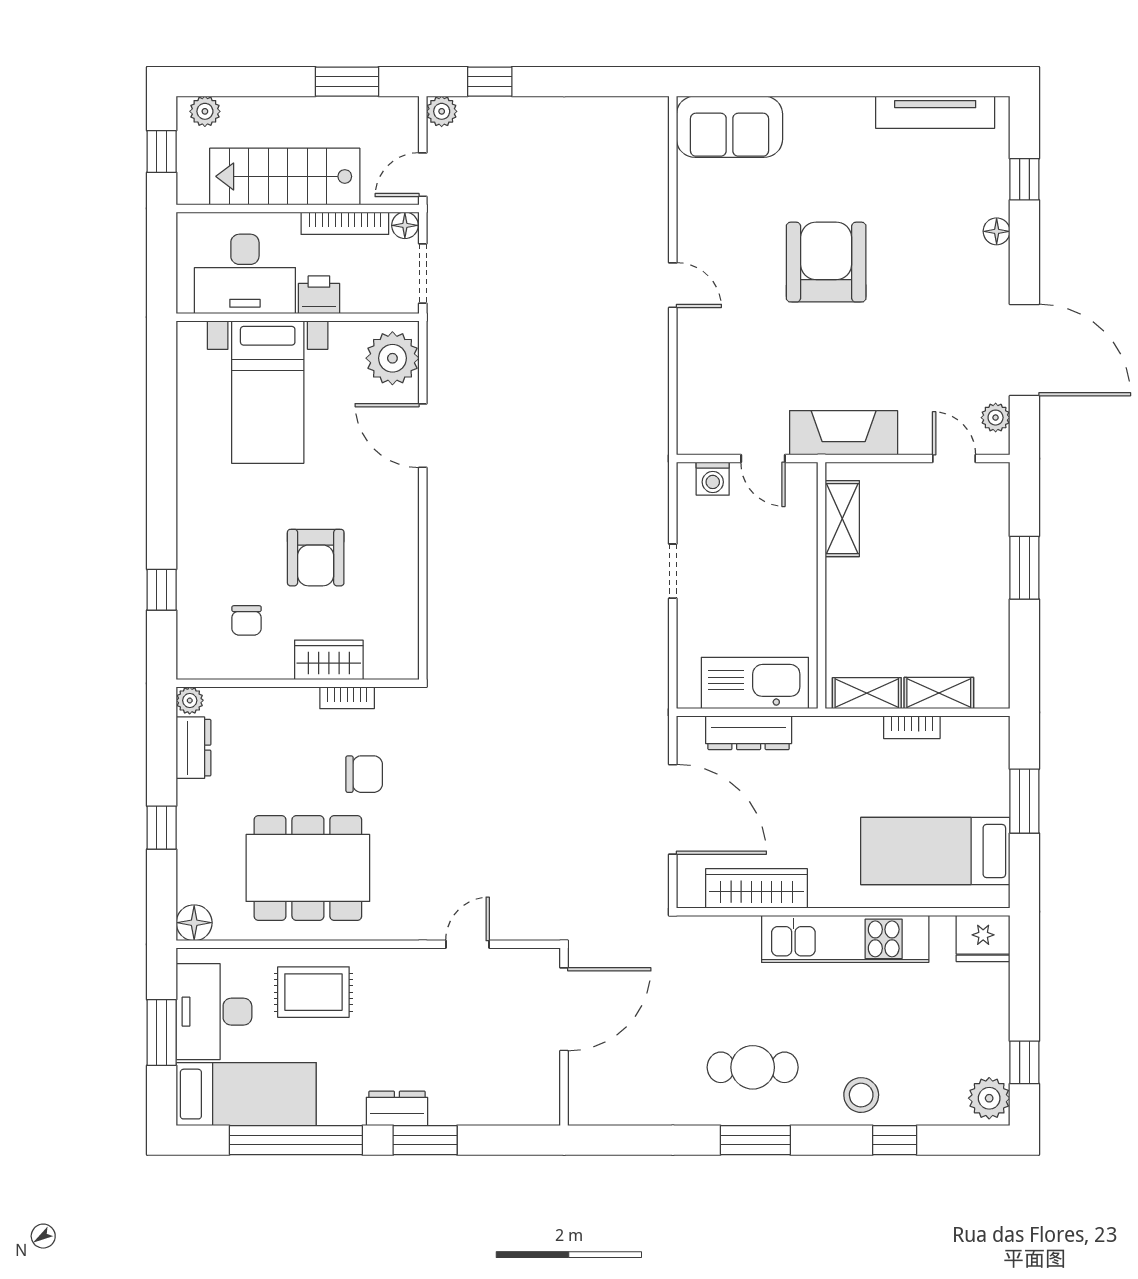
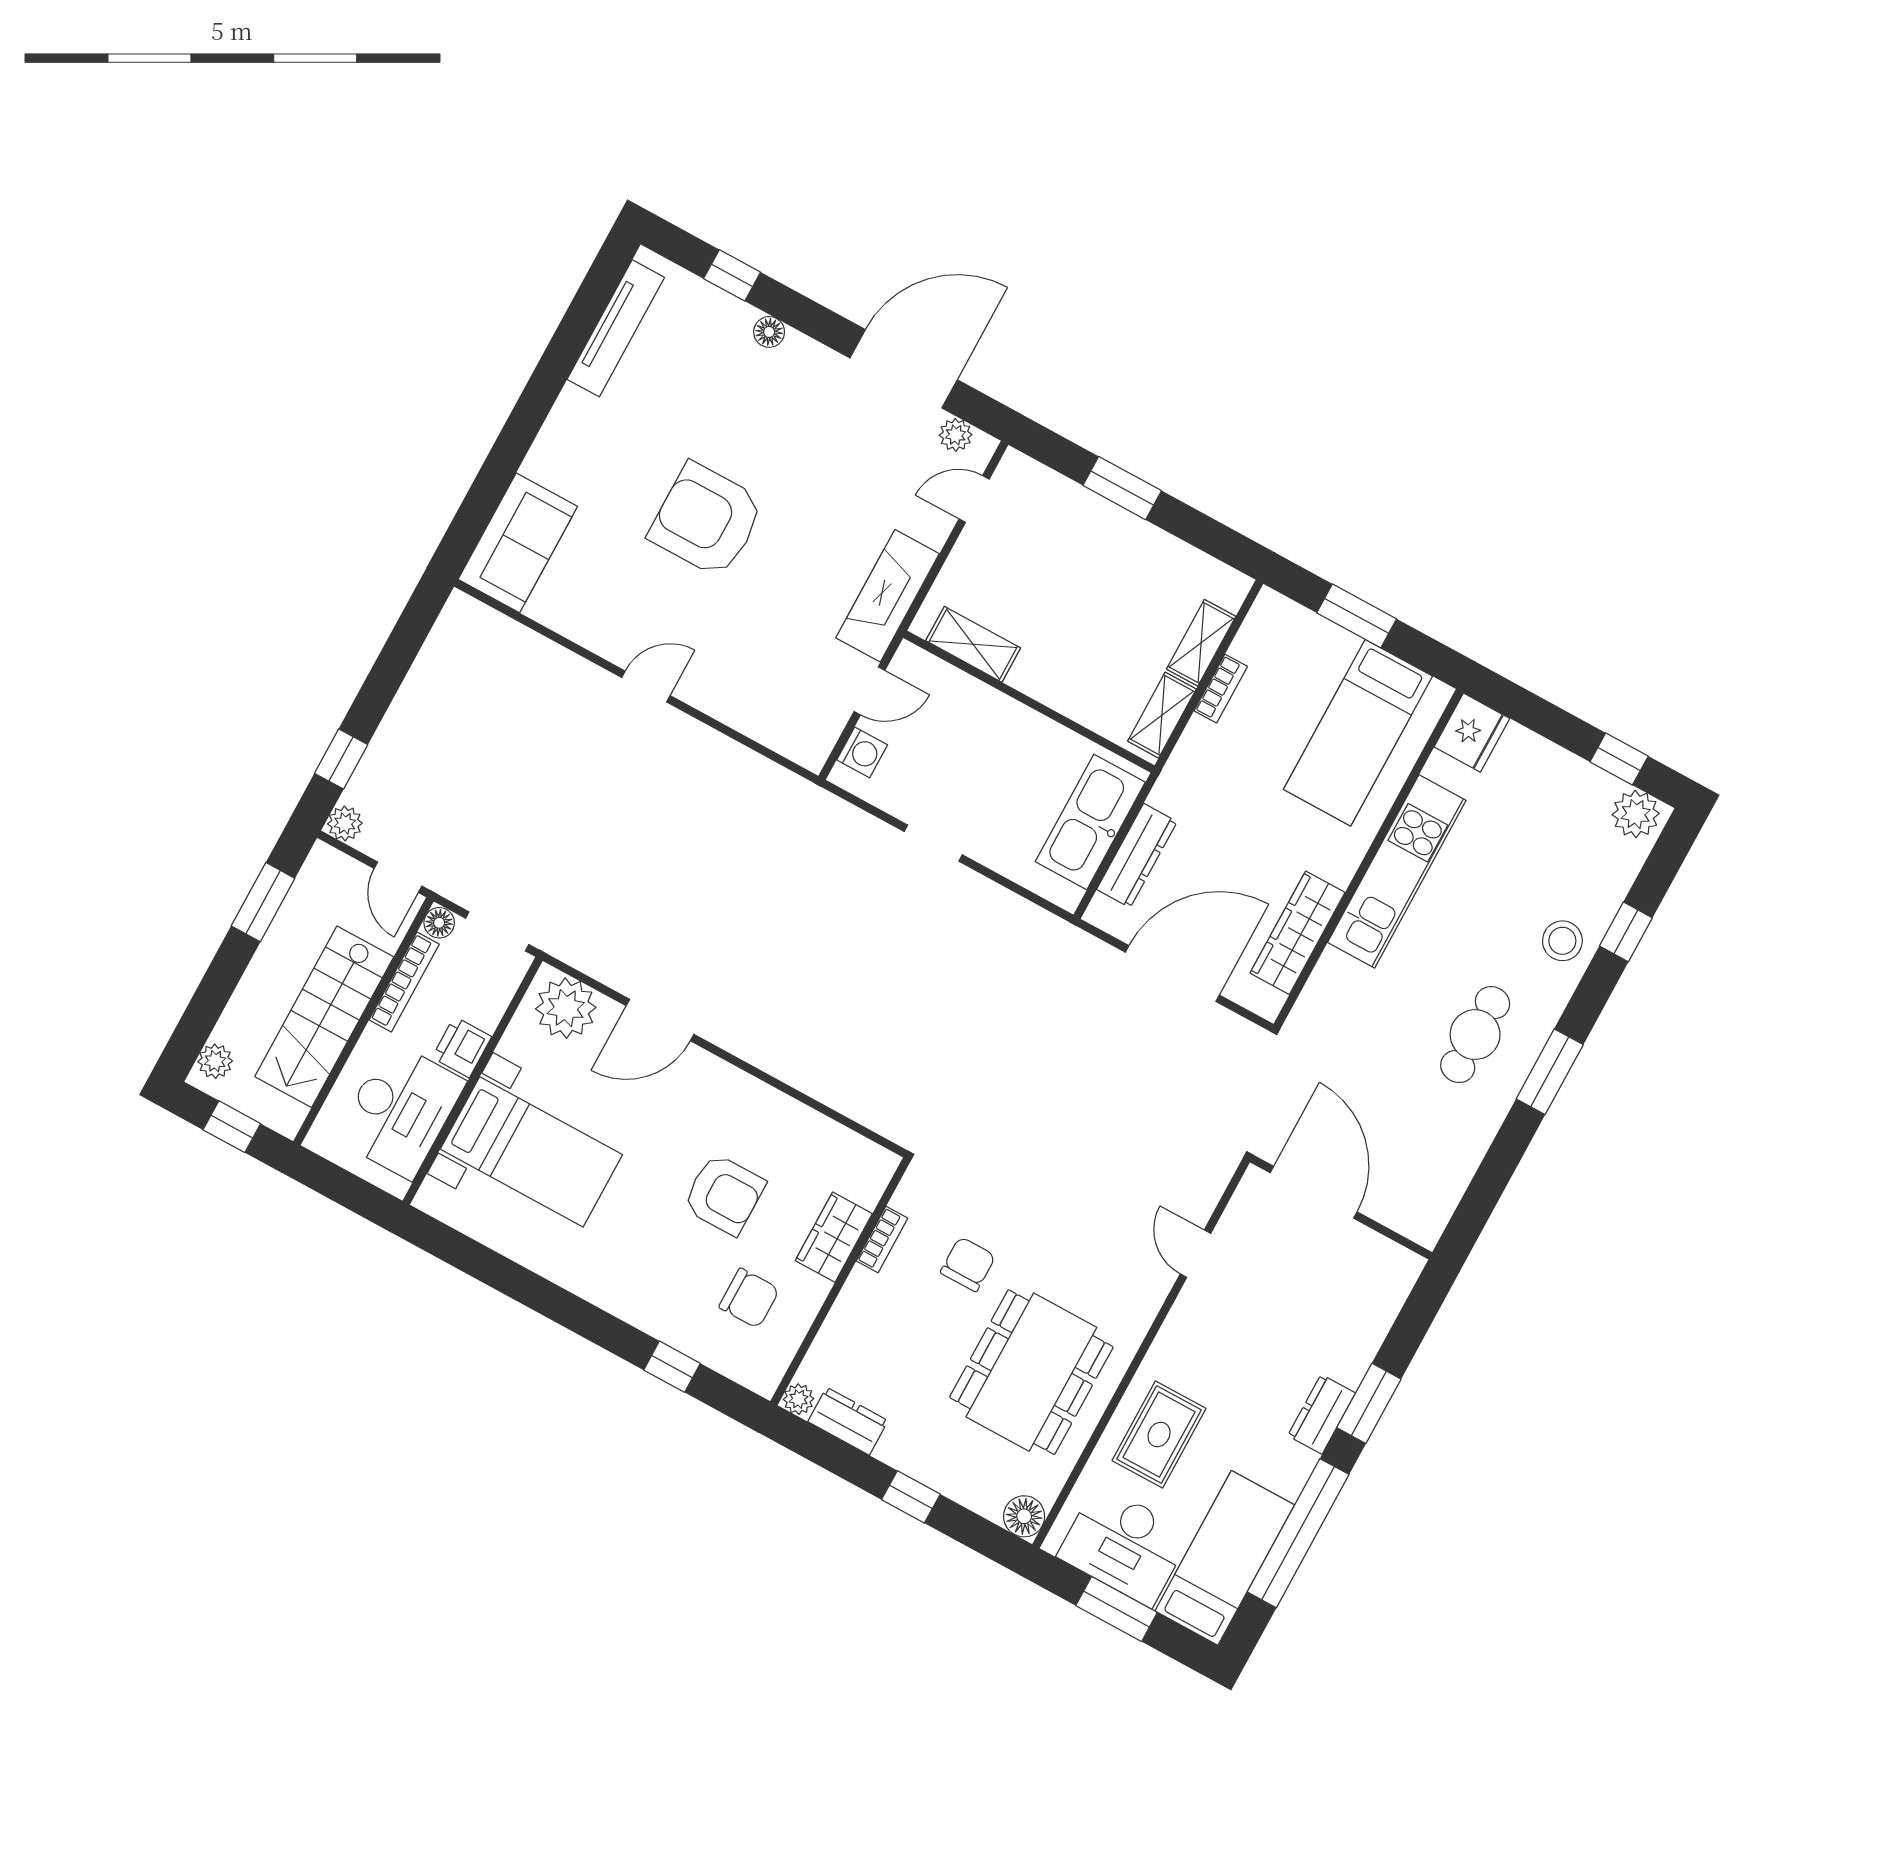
chair: (247, 620) -> (749, 1298), width x1.37, depth x1.37

